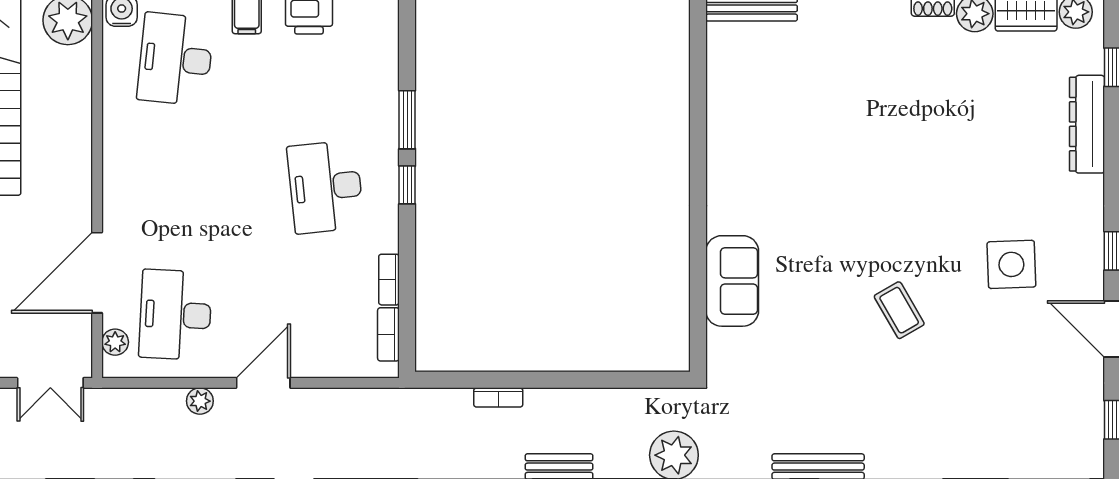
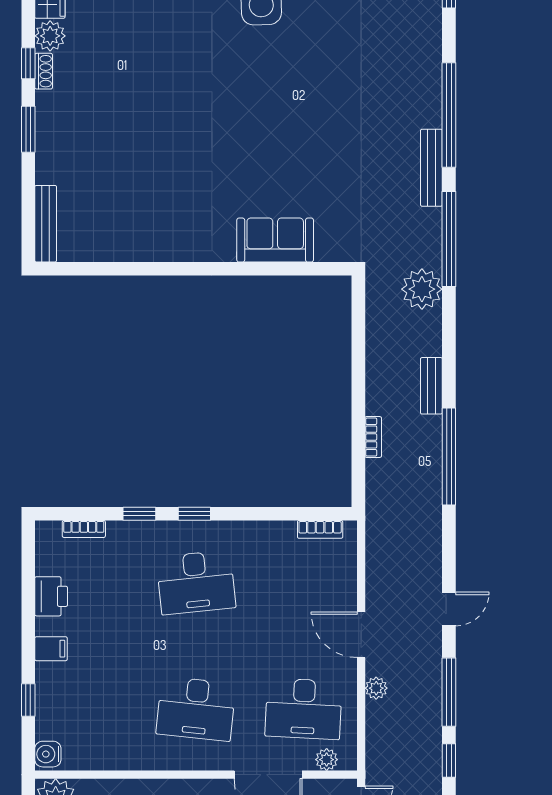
desk: (175, 59) -> (196, 709), moved
window: (407, 120) -> (139, 514), width x0.67
bookcase: (389, 280) -> (84, 529), moved
coffee table: (899, 310) -> (300, 99), removed

